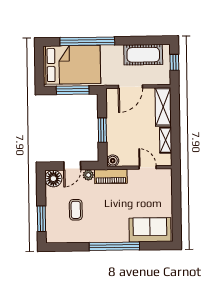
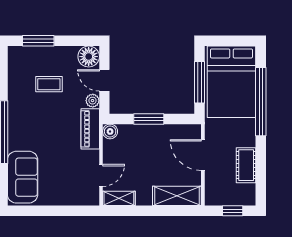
cot: (143, 55) -> (246, 165), width x0.73, depth x0.75
shelving: (166, 140) -> (119, 198), moved

